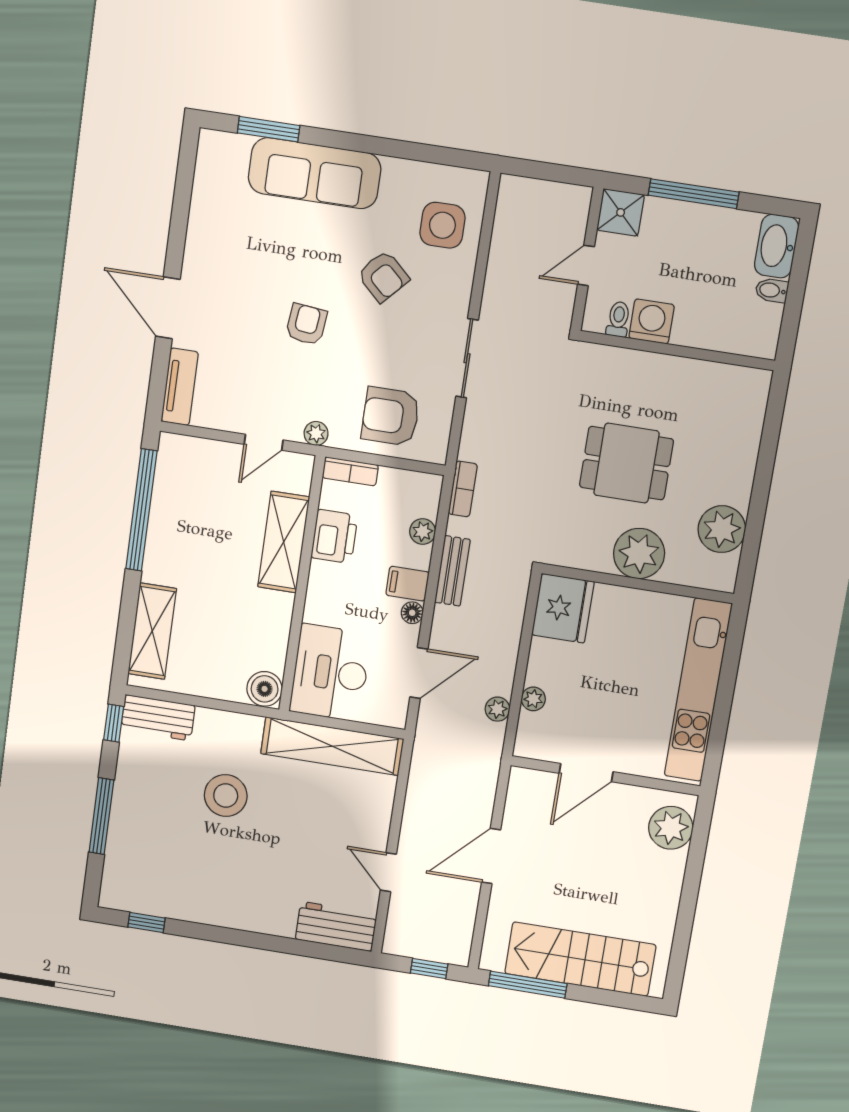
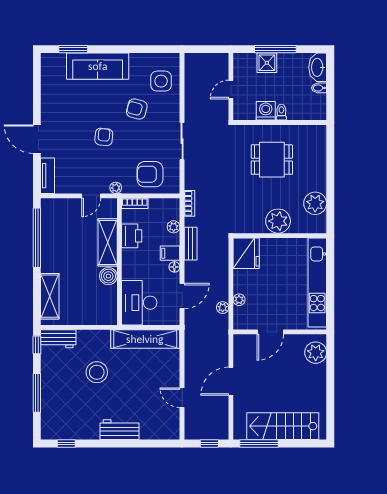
shower: (621, 212) -> (267, 63), moved
armchair: (383, 276) -> (137, 109), turned 152
toilet: (618, 319) -> (281, 112), moved
dining table: (626, 463) -> (272, 160), moved
boiler: (265, 689) -> (108, 276), moved
workbench: (336, 926) -> (119, 430), moved

